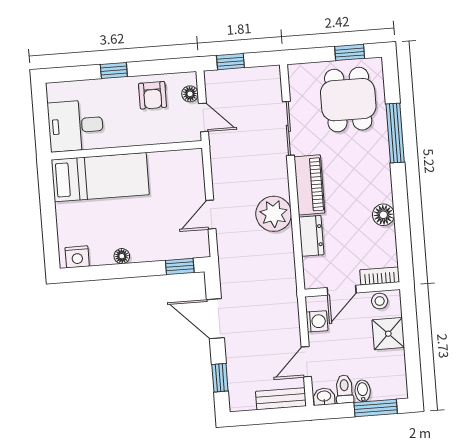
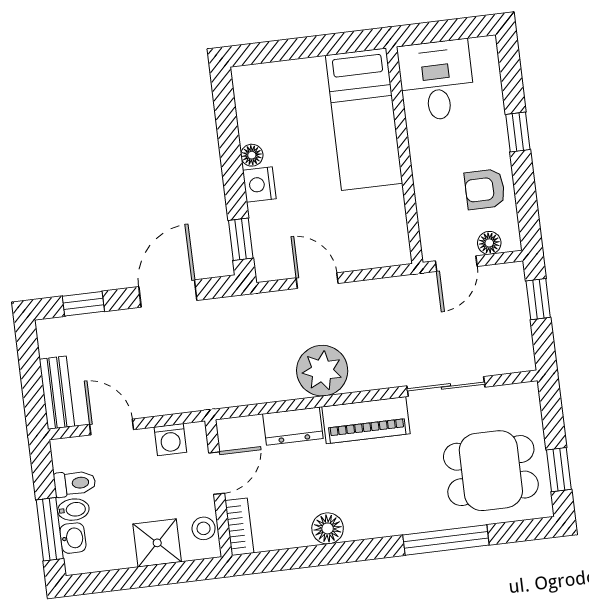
nightstand: (77, 257) -> (259, 185), moved
door: (342, 290) -> (217, 473), swing flipped
washbasin: (324, 397) -> (73, 538), moved

